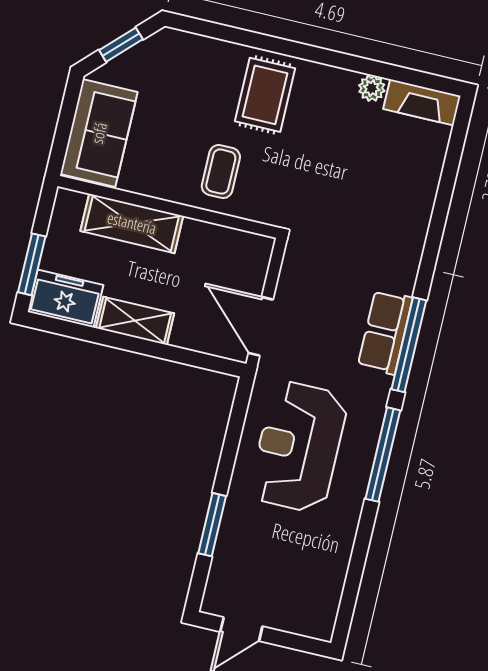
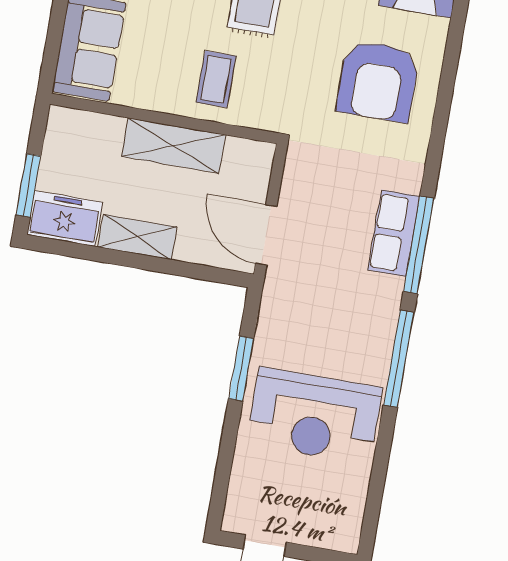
armchair: (379, 183) -> (378, 81), added
shelving: (132, 223) -> (174, 146), moved
reception desk: (299, 447) -> (314, 416), moved, turned -90
window: (212, 525) -> (241, 368), moved

